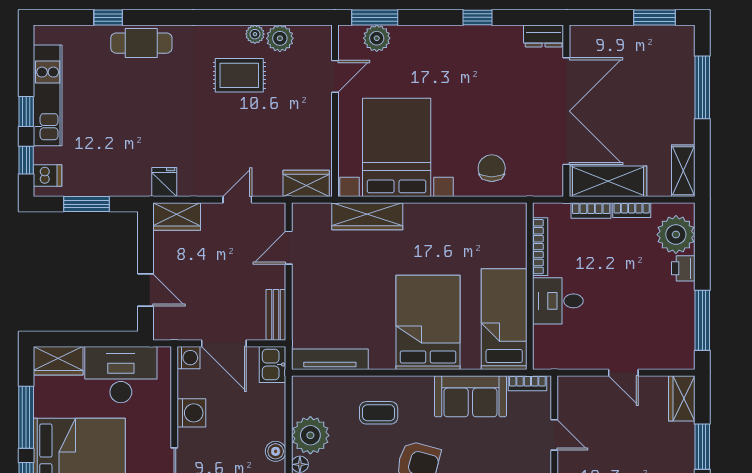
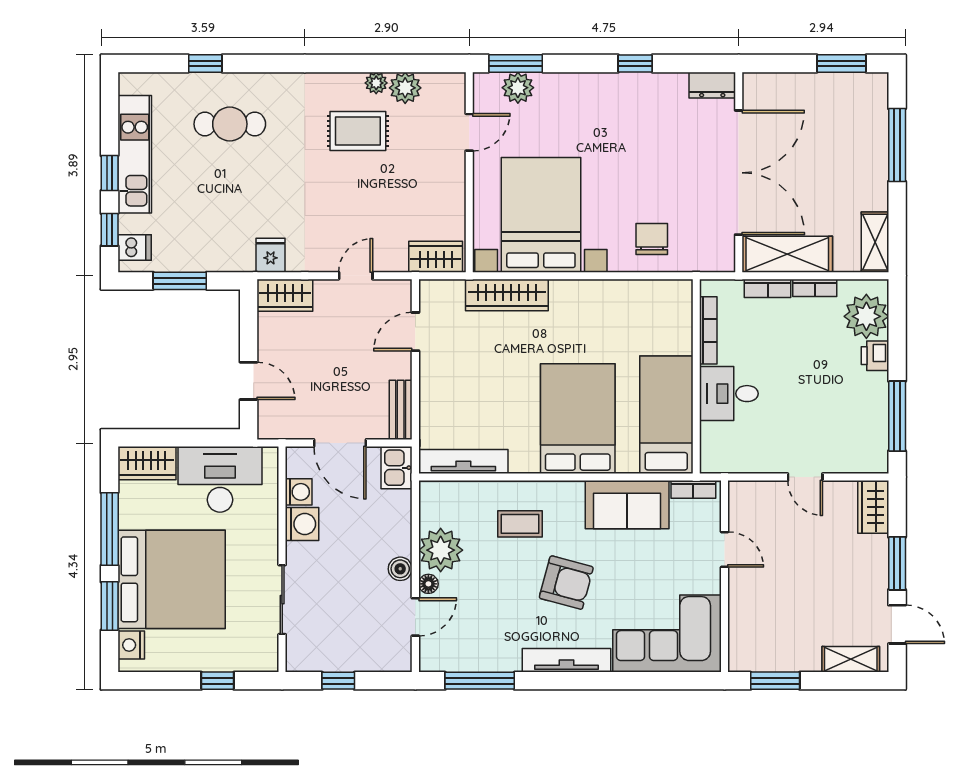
cafe table: (141, 43) -> (230, 124), moved
washing machine: (188, 358) -> (299, 492), moved

